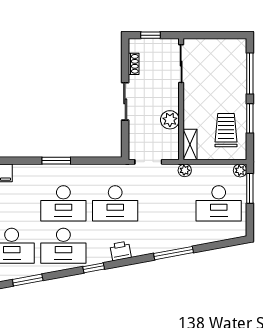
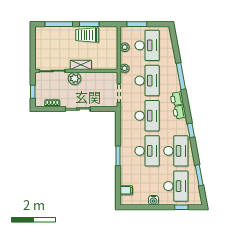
plant: (170, 120) -> (75, 79), moved
trolley: (226, 130) -> (87, 35), moved
shelving: (190, 144) -> (81, 65), moved
plant: (240, 170) -> (125, 47), moved
desk: (167, 203) -> (147, 81), added
printer: (140, 247) -> (177, 99), added

